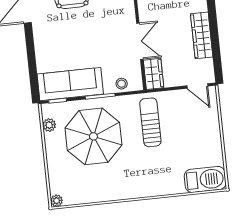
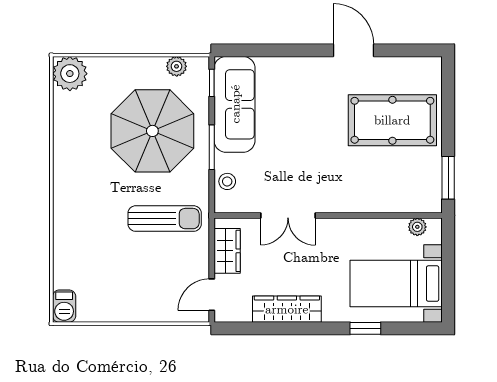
wardrobe: (154, 74) -> (227, 251), moved, turned -90
barbecue: (205, 179) -> (64, 306), width x0.53, depth x0.65
plant: (57, 201) -> (70, 74), width x1.88, depth x1.88

